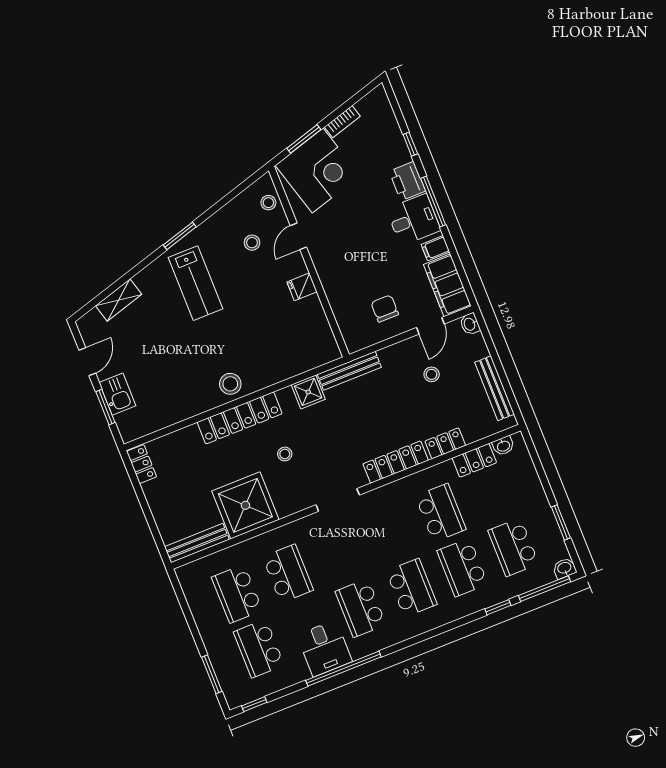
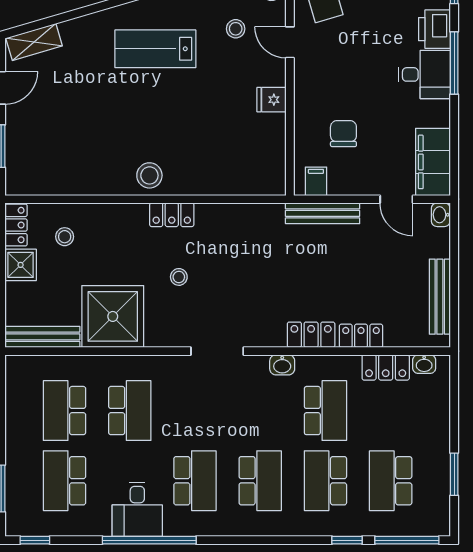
door: (298, 236) -> (290, 42), hinge flipped
filing cabinet: (435, 248) -> (316, 181), moved, turned 90
lab bench: (196, 283) -> (155, 49), turned 90
shelving: (119, 300) -> (34, 42), moved
chair: (385, 309) -> (343, 134), moved
door: (430, 326) -> (396, 199), hinge flipped
bench: (349, 371) -> (323, 213), moved
stool: (432, 374) -> (65, 237), moved
shower: (308, 392) -> (21, 265), moved
kitchen sink: (117, 394) -> (20, 137), removed
locker: (240, 418) -> (172, 215), width x0.46, depth x0.83
locker: (396, 462) -> (311, 335), width x0.66
washbasin: (564, 568) -> (282, 365), moved, turned 180
school desk: (361, 608) -> (195, 481), turned 180

